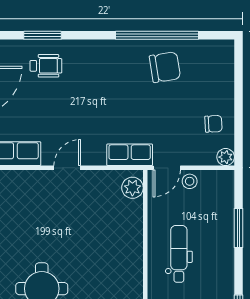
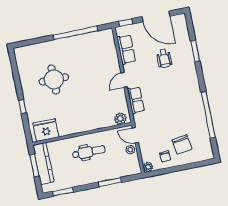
wheelchair: (46, 66) -> (164, 58), moved
chair: (165, 67) -> (182, 144), moved
row of seats: (130, 155) -> (136, 100), moved
door: (67, 168) -> (124, 80), swing flipped

